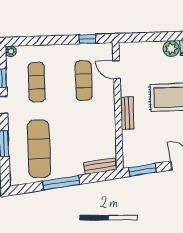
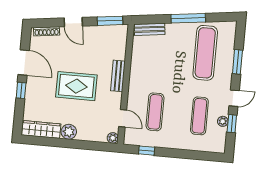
plant: (124, 48) -> (113, 138), added
plant: (11, 51) -> (223, 121), moved

